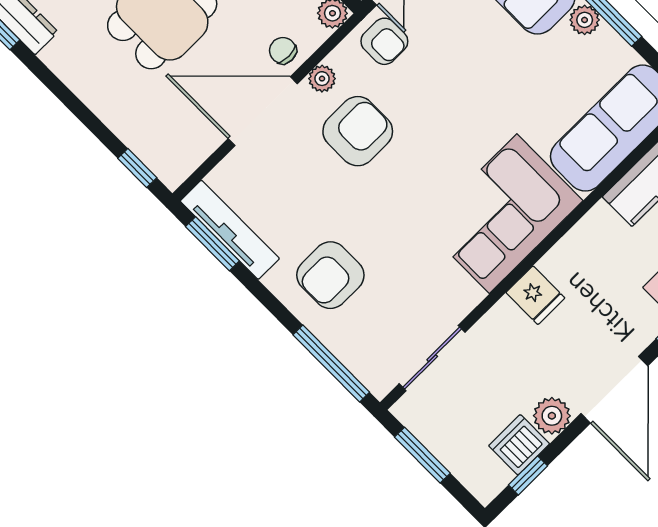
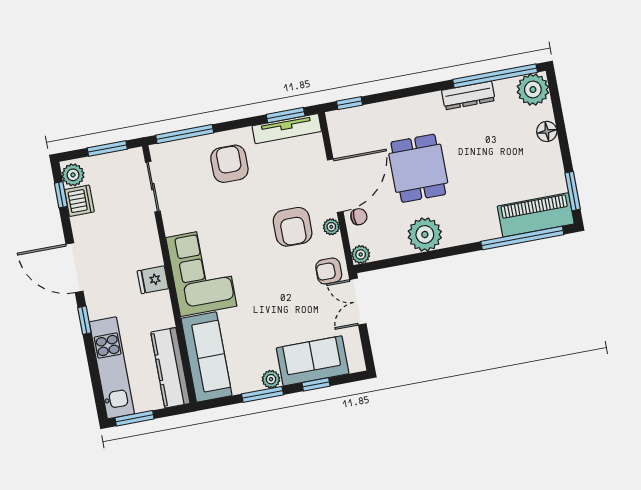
fridge: (535, 295) -> (153, 280), moved
plant: (552, 416) -> (73, 175), moved

